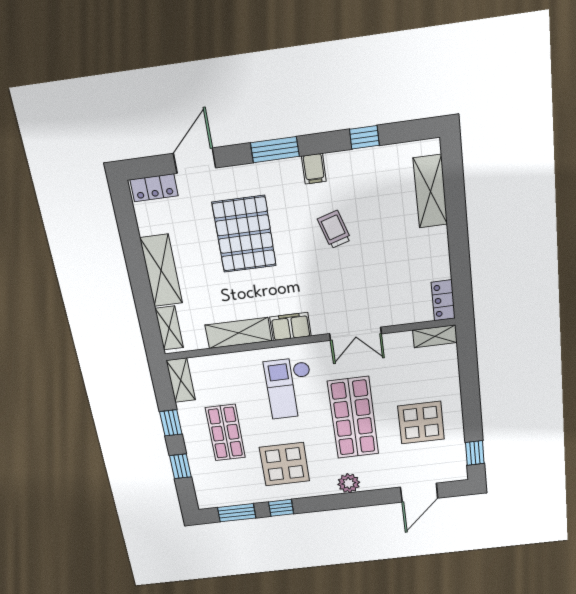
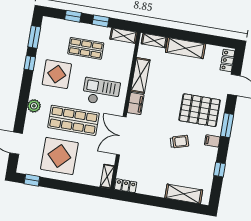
pallet: (244, 234) -> (200, 110), moved
double door: (355, 334) -> (121, 136), width x1.37
display table: (421, 423) -> (59, 156), width x1.36, depth x1.36

